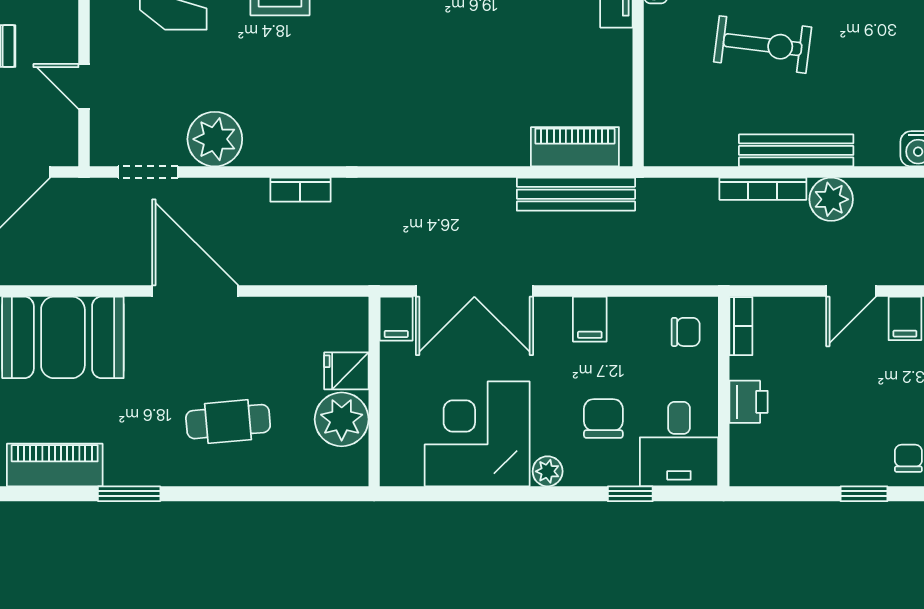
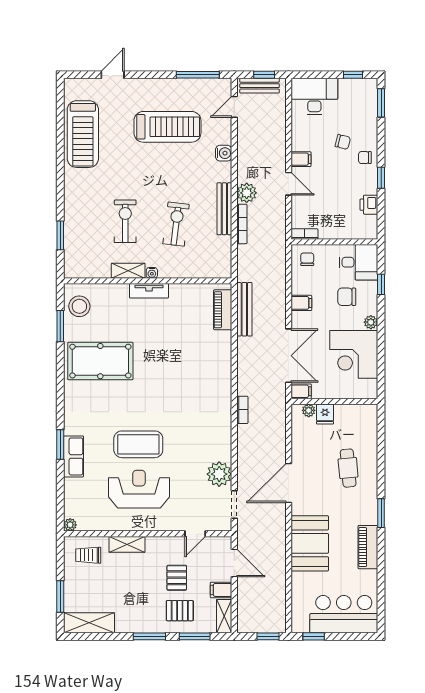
bookcase: (300, 190) -> (242, 410), moved
printer: (748, 402) -> (369, 205), moved, turned -90
plant: (342, 419) -> (309, 410), moved, width x0.53, depth x0.53

